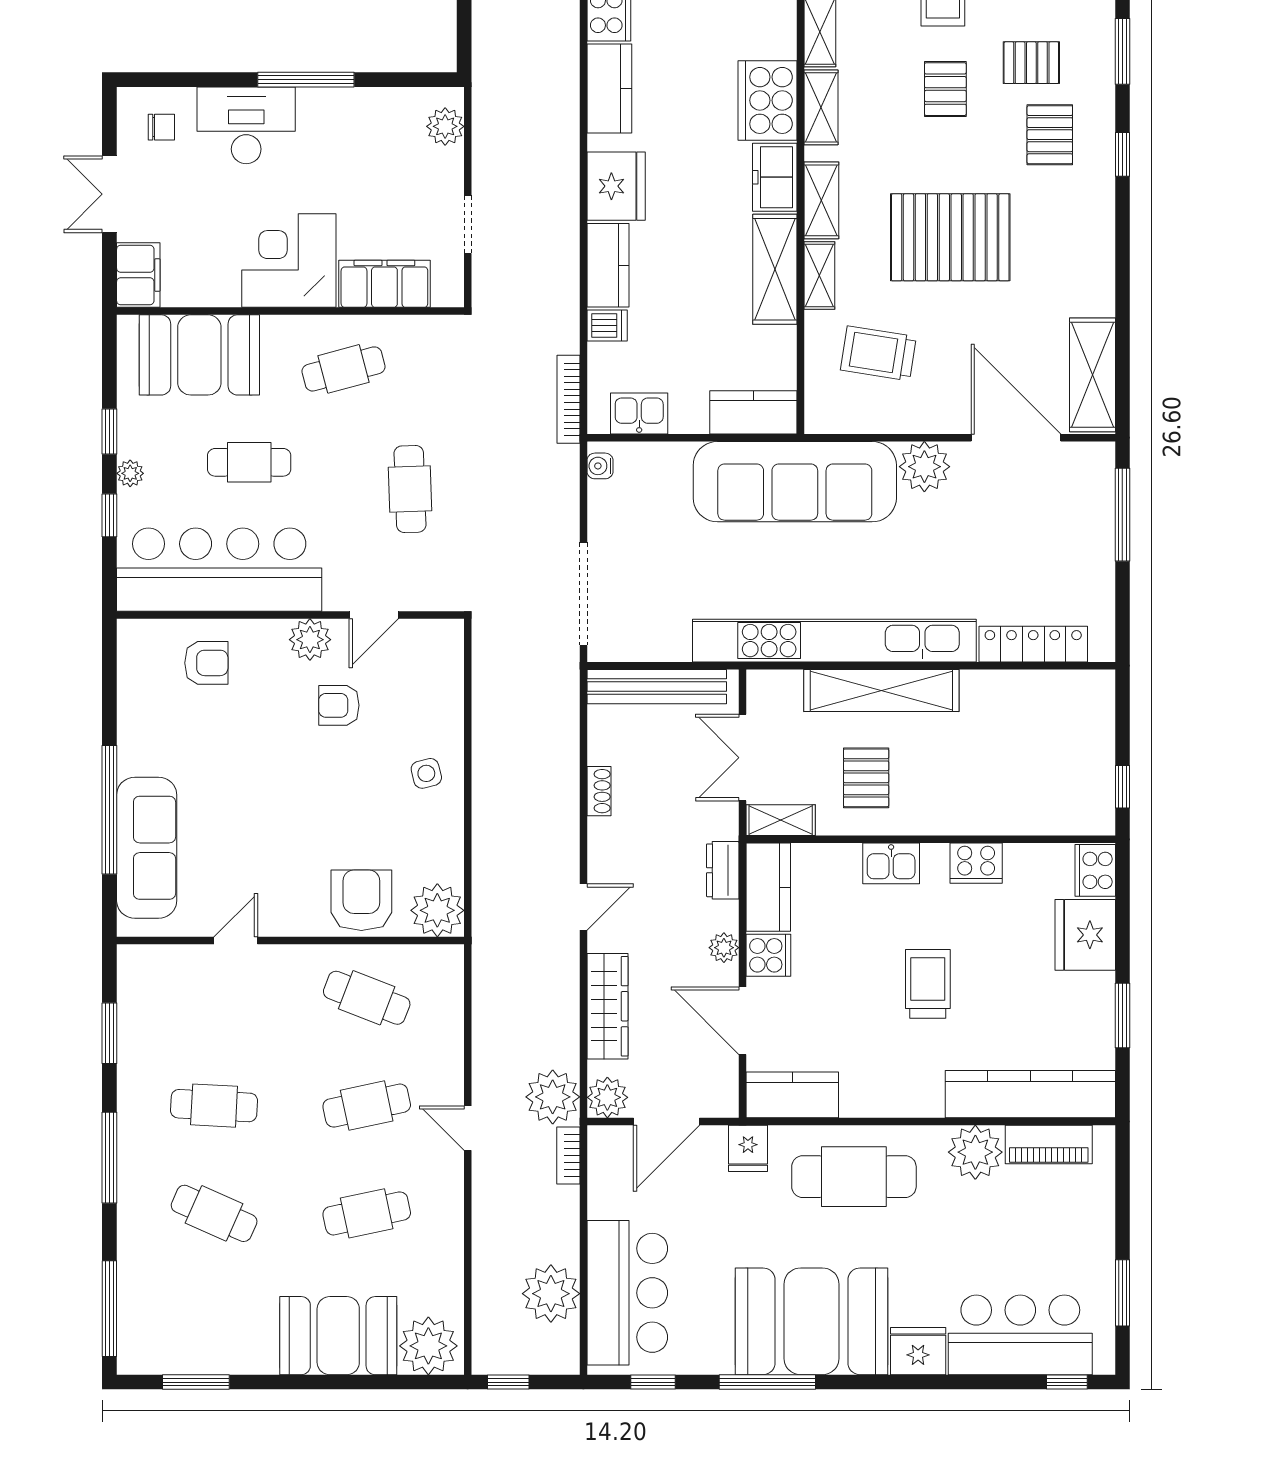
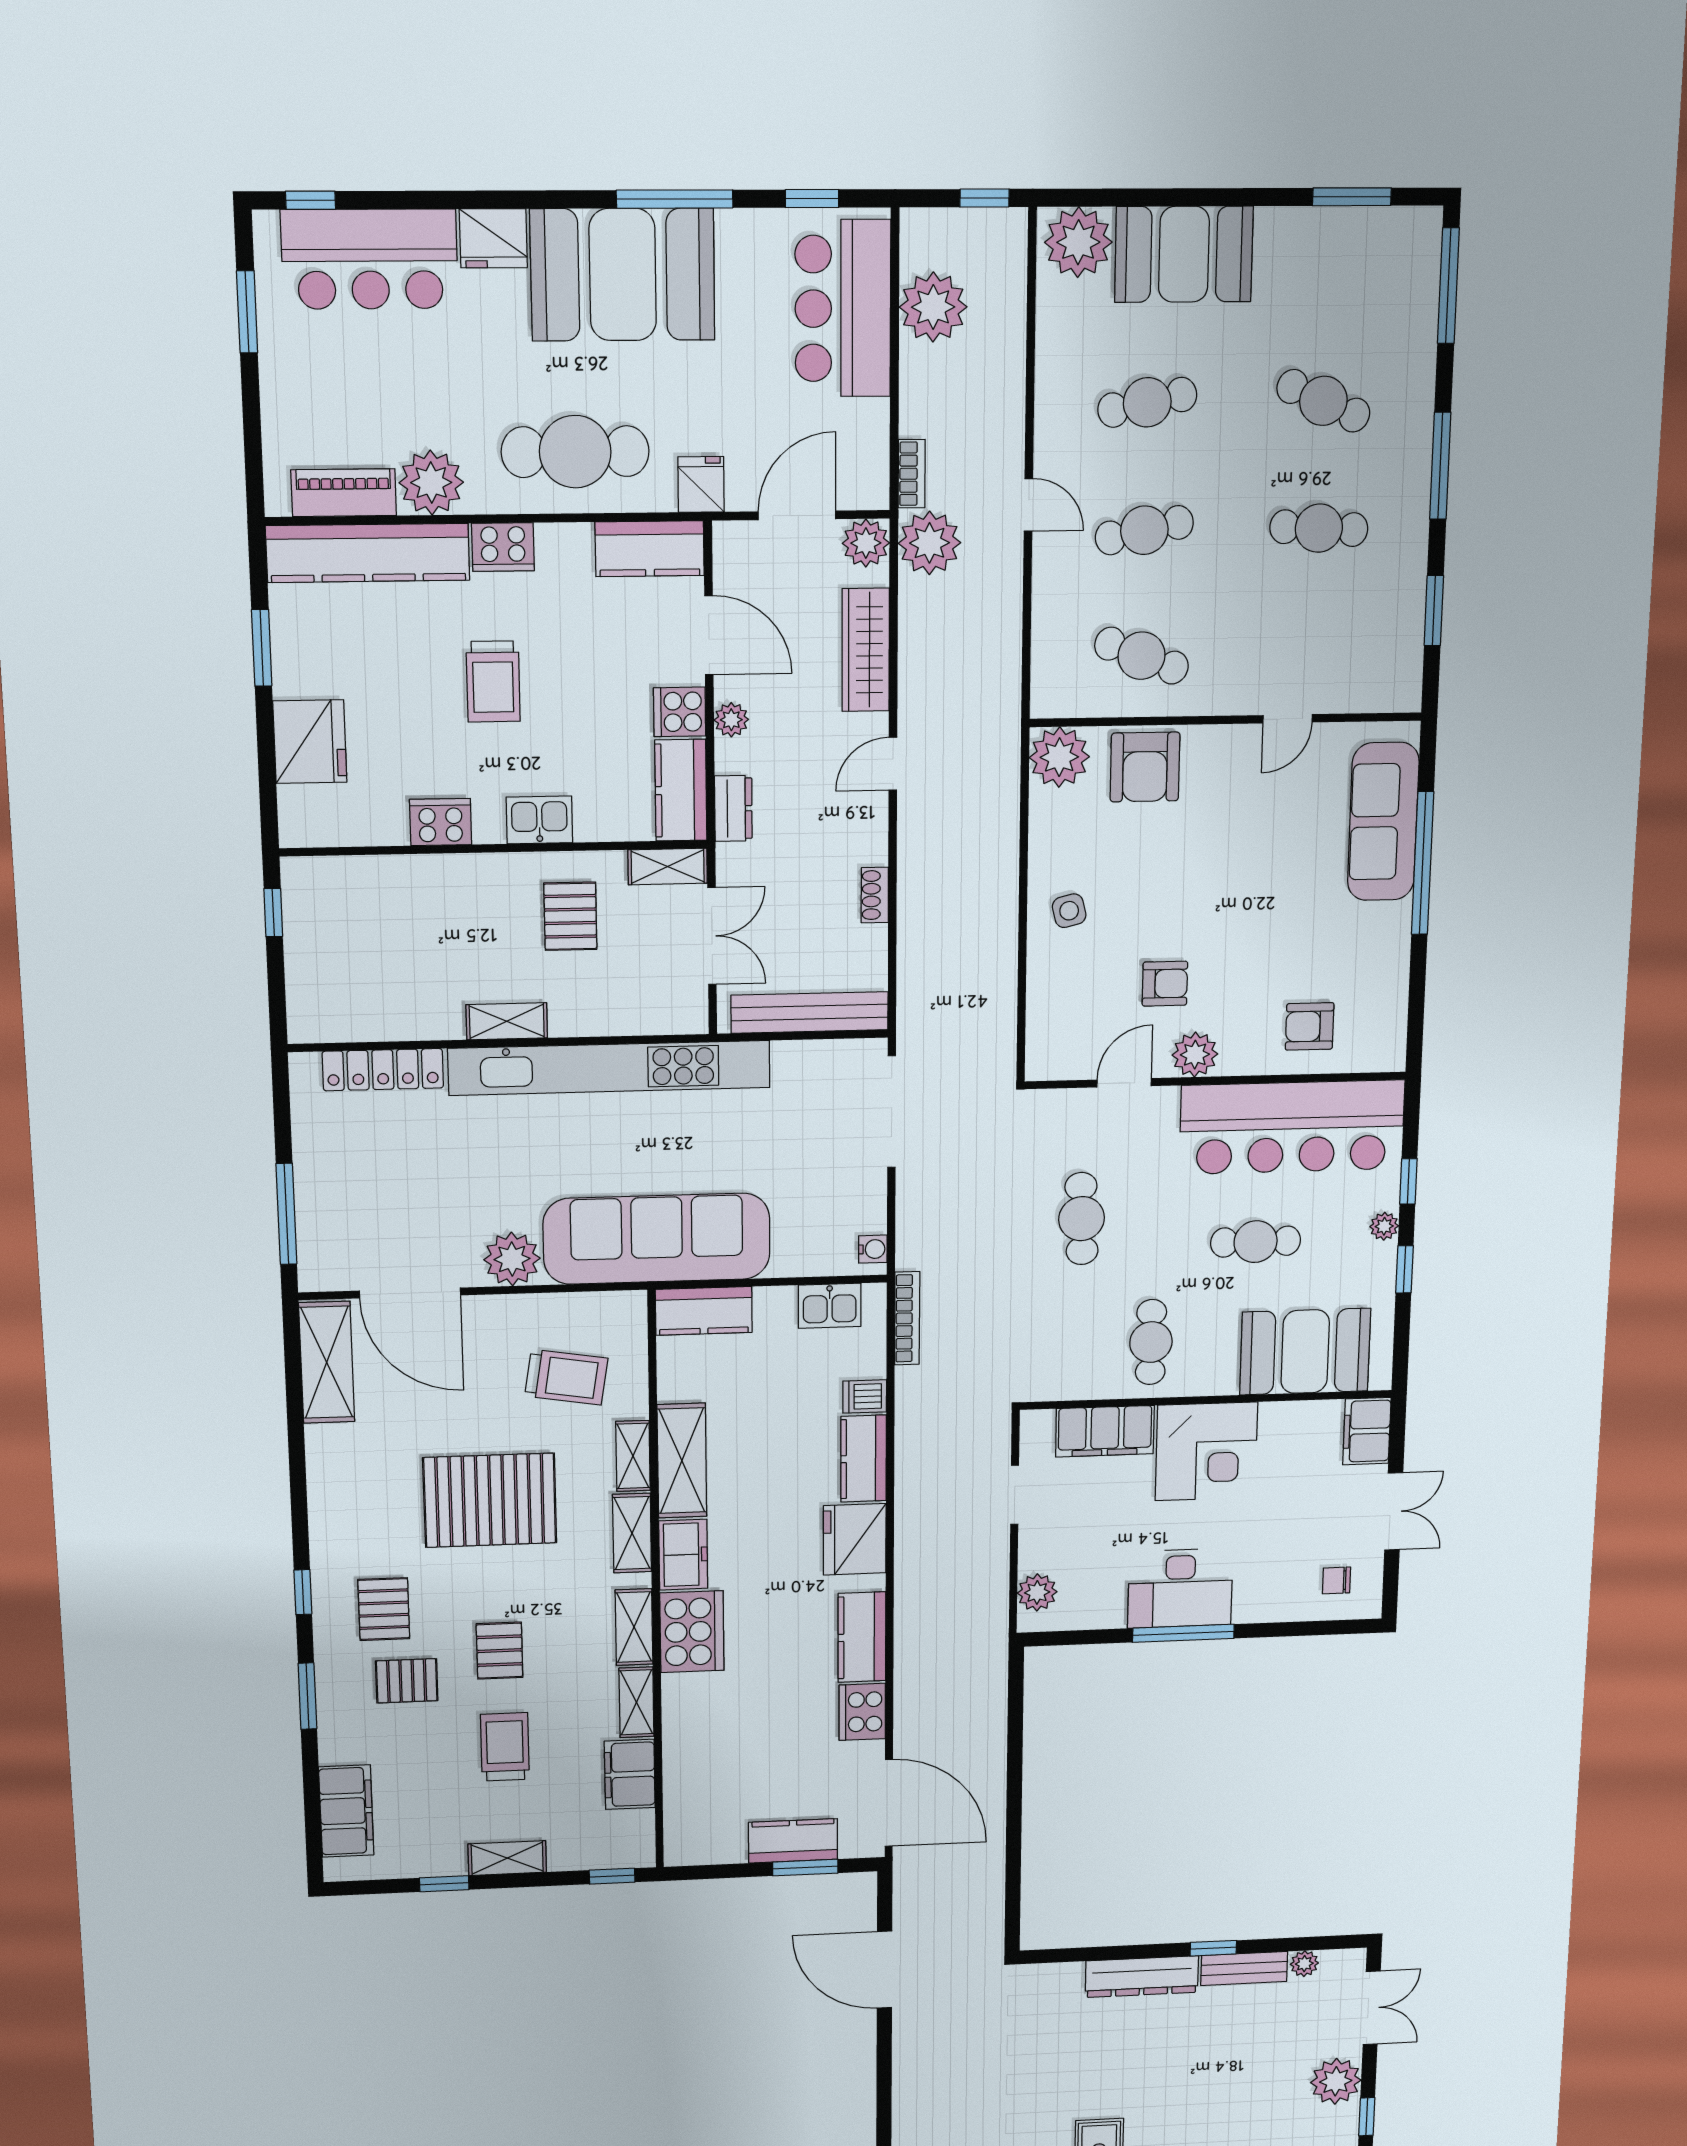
desk: (246, 125) -> (1180, 1588), moved
cafe table: (343, 369) -> (1151, 1342), turned -75
shelving: (881, 690) -> (507, 1021), width x0.45, depth x0.75
cooker: (1095, 870) -> (503, 547), moved, turned 90

